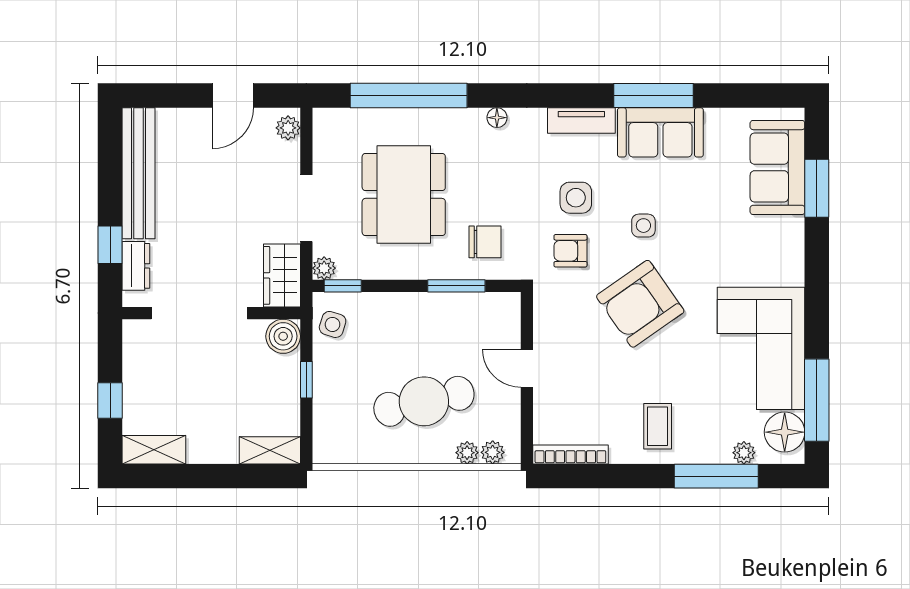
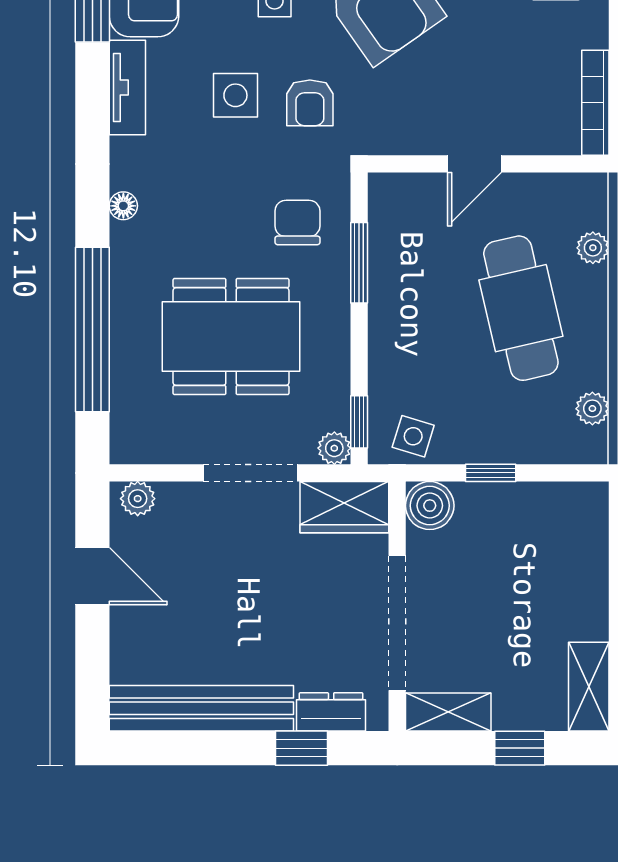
shelving: (270, 450) -> (448, 712), moved, turned 90
plant: (493, 452) -> (592, 409), moved

